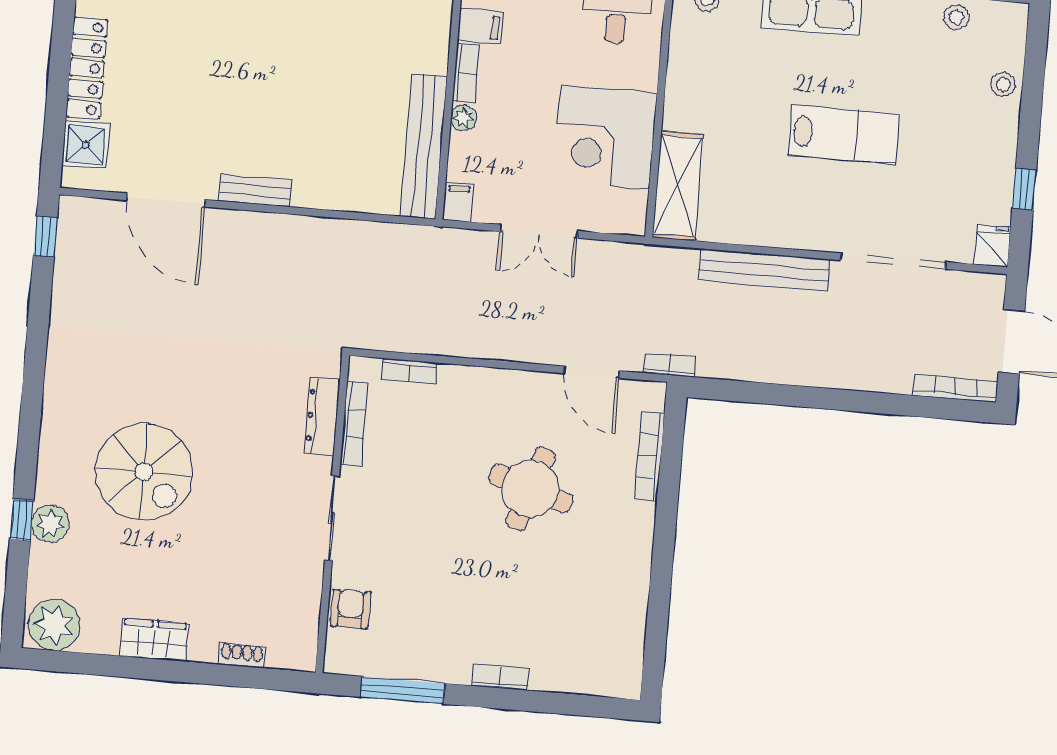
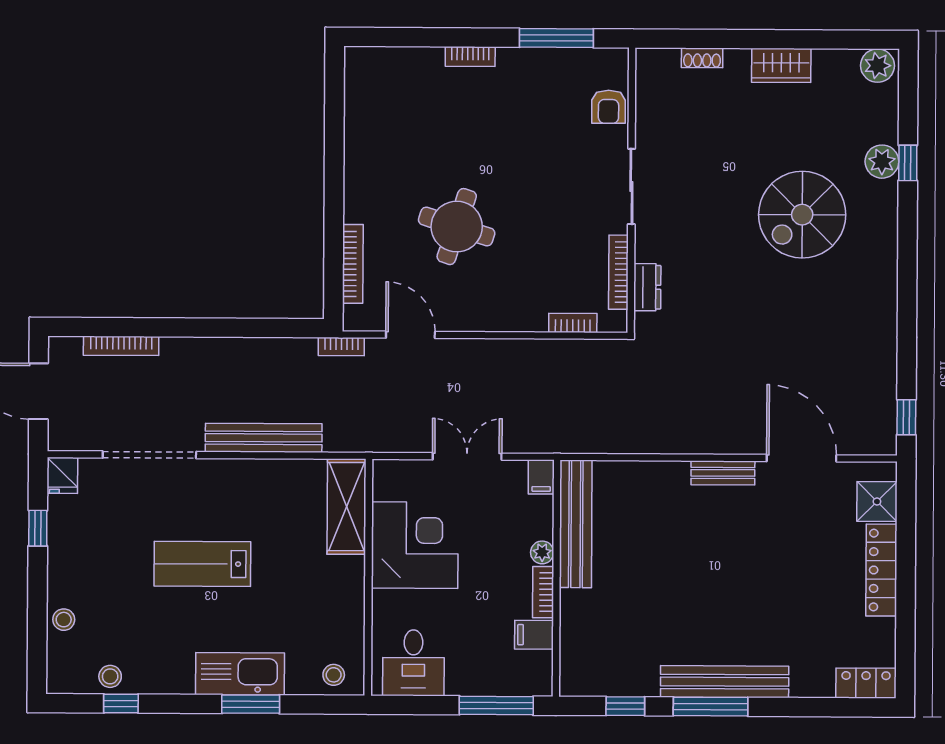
bookcase: (955, 388) -> (121, 346), moved
dresser: (322, 416) -> (647, 287), width x0.70
spiral stairs: (144, 472) -> (802, 215), turned -90
plant: (54, 625) -> (877, 66), width x0.73, depth x0.73

